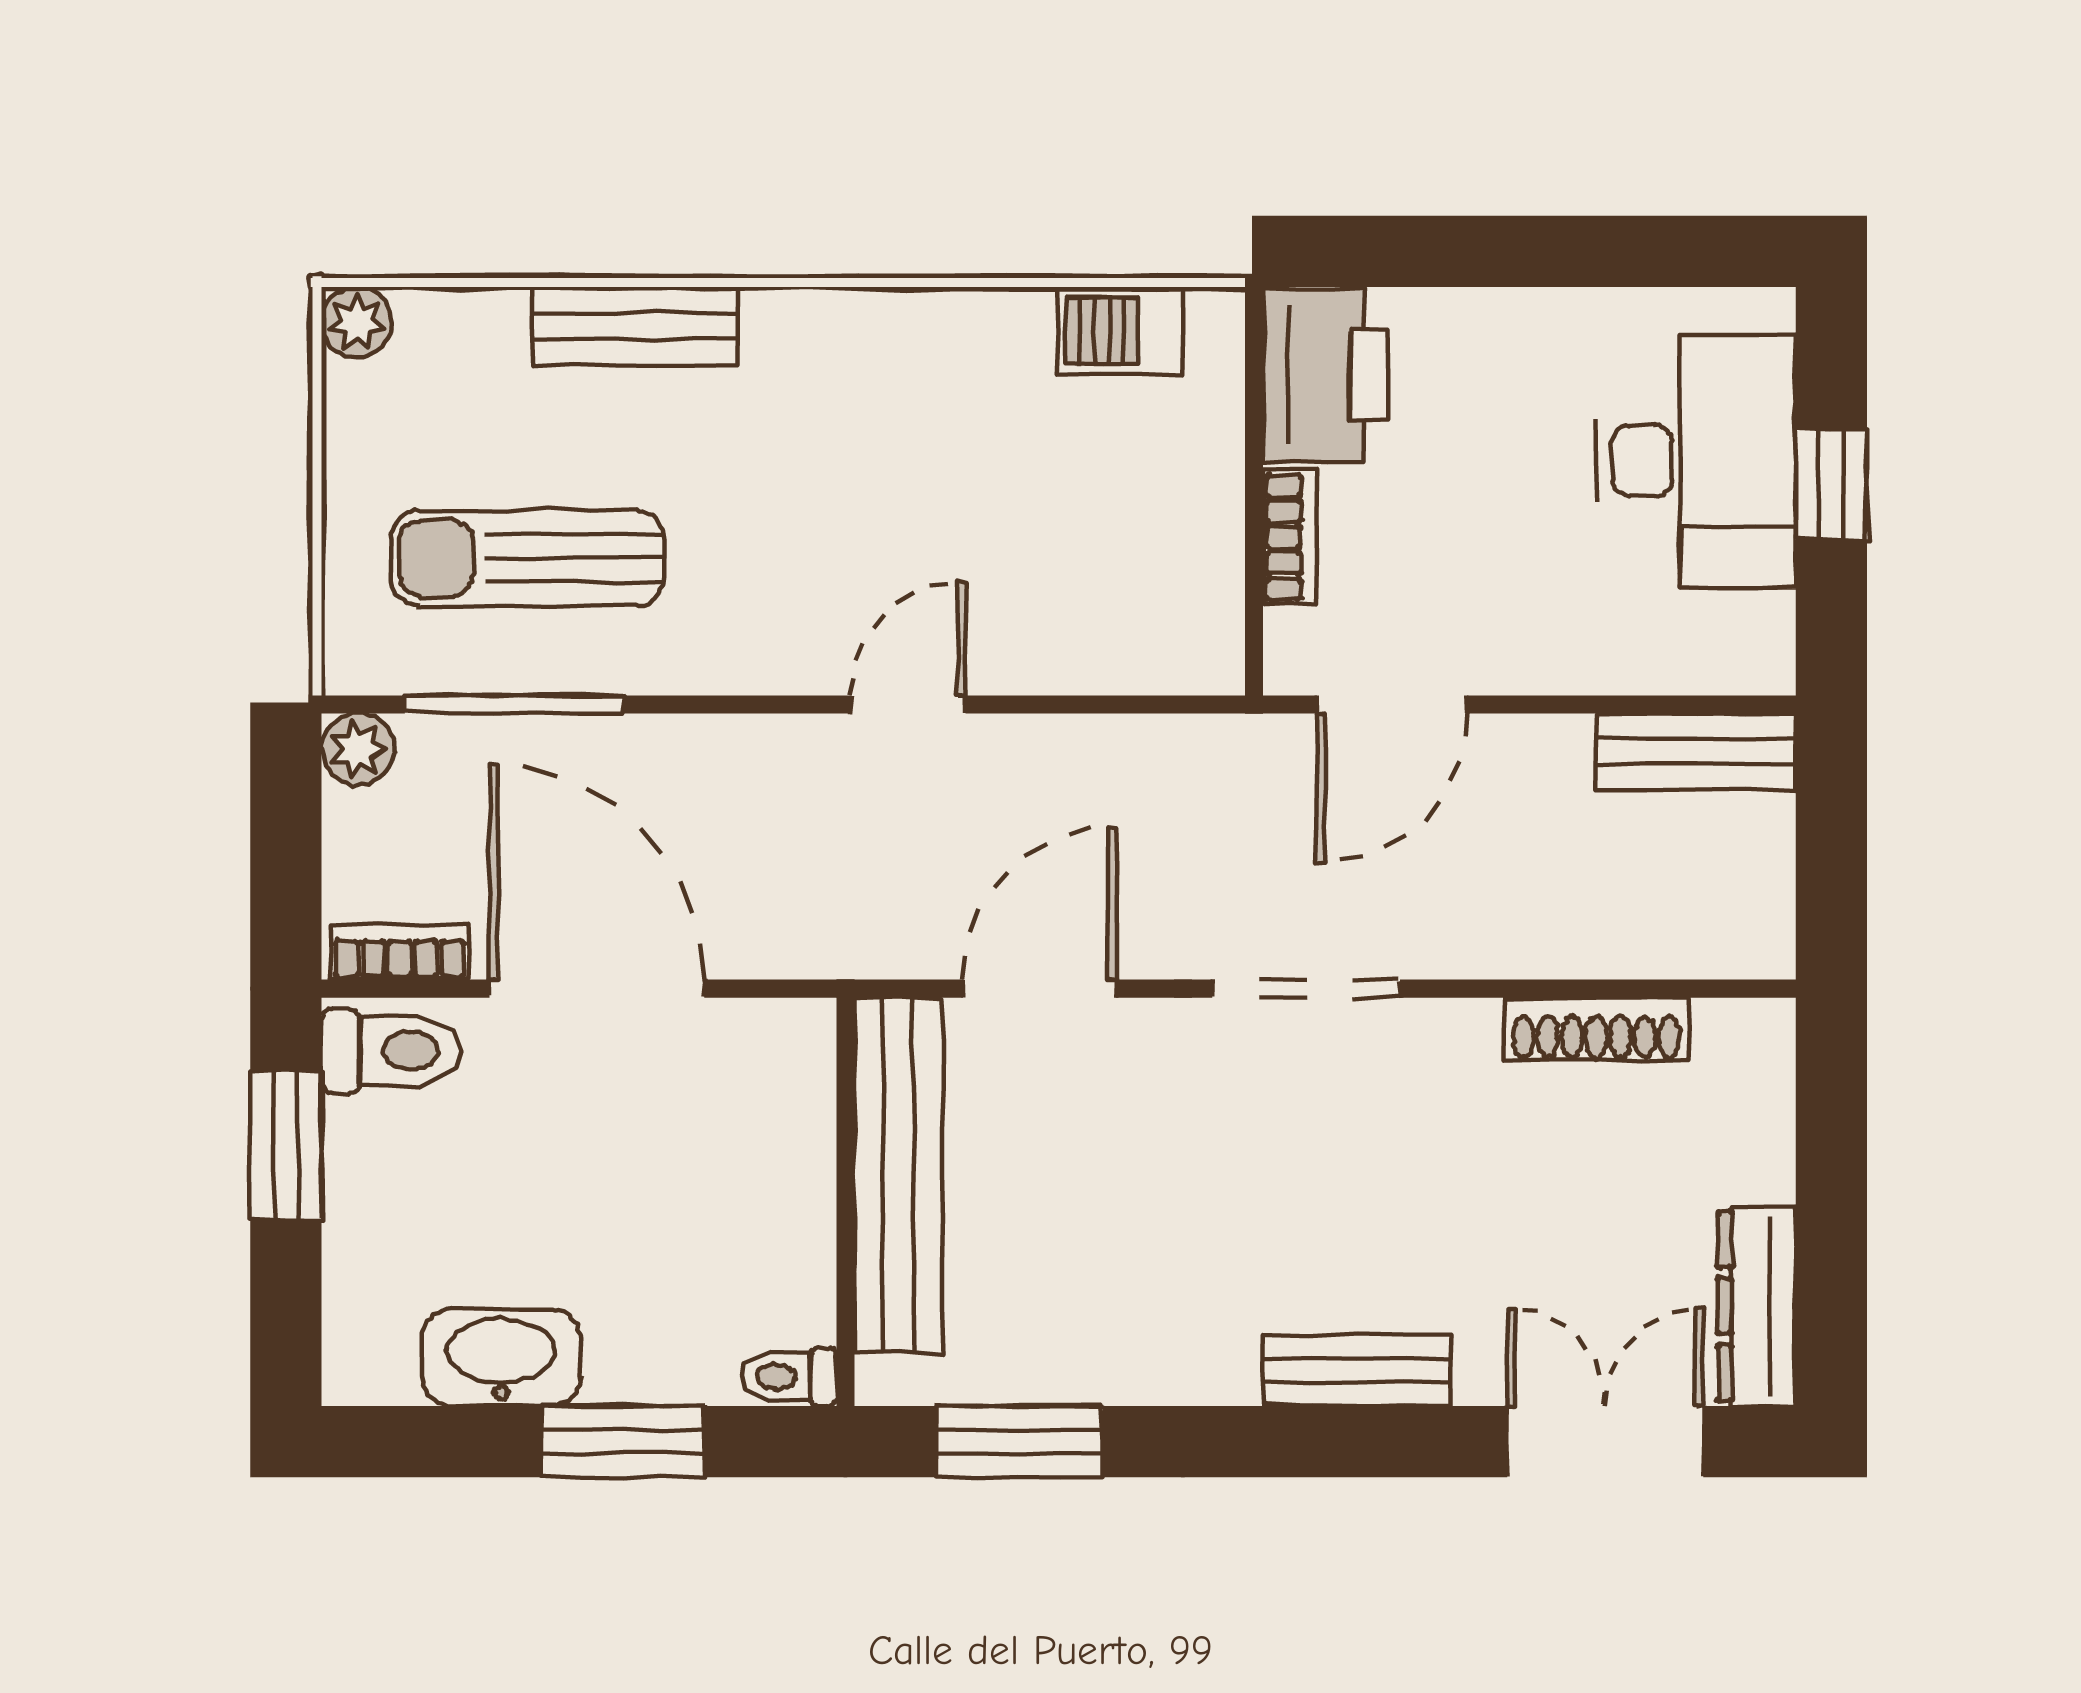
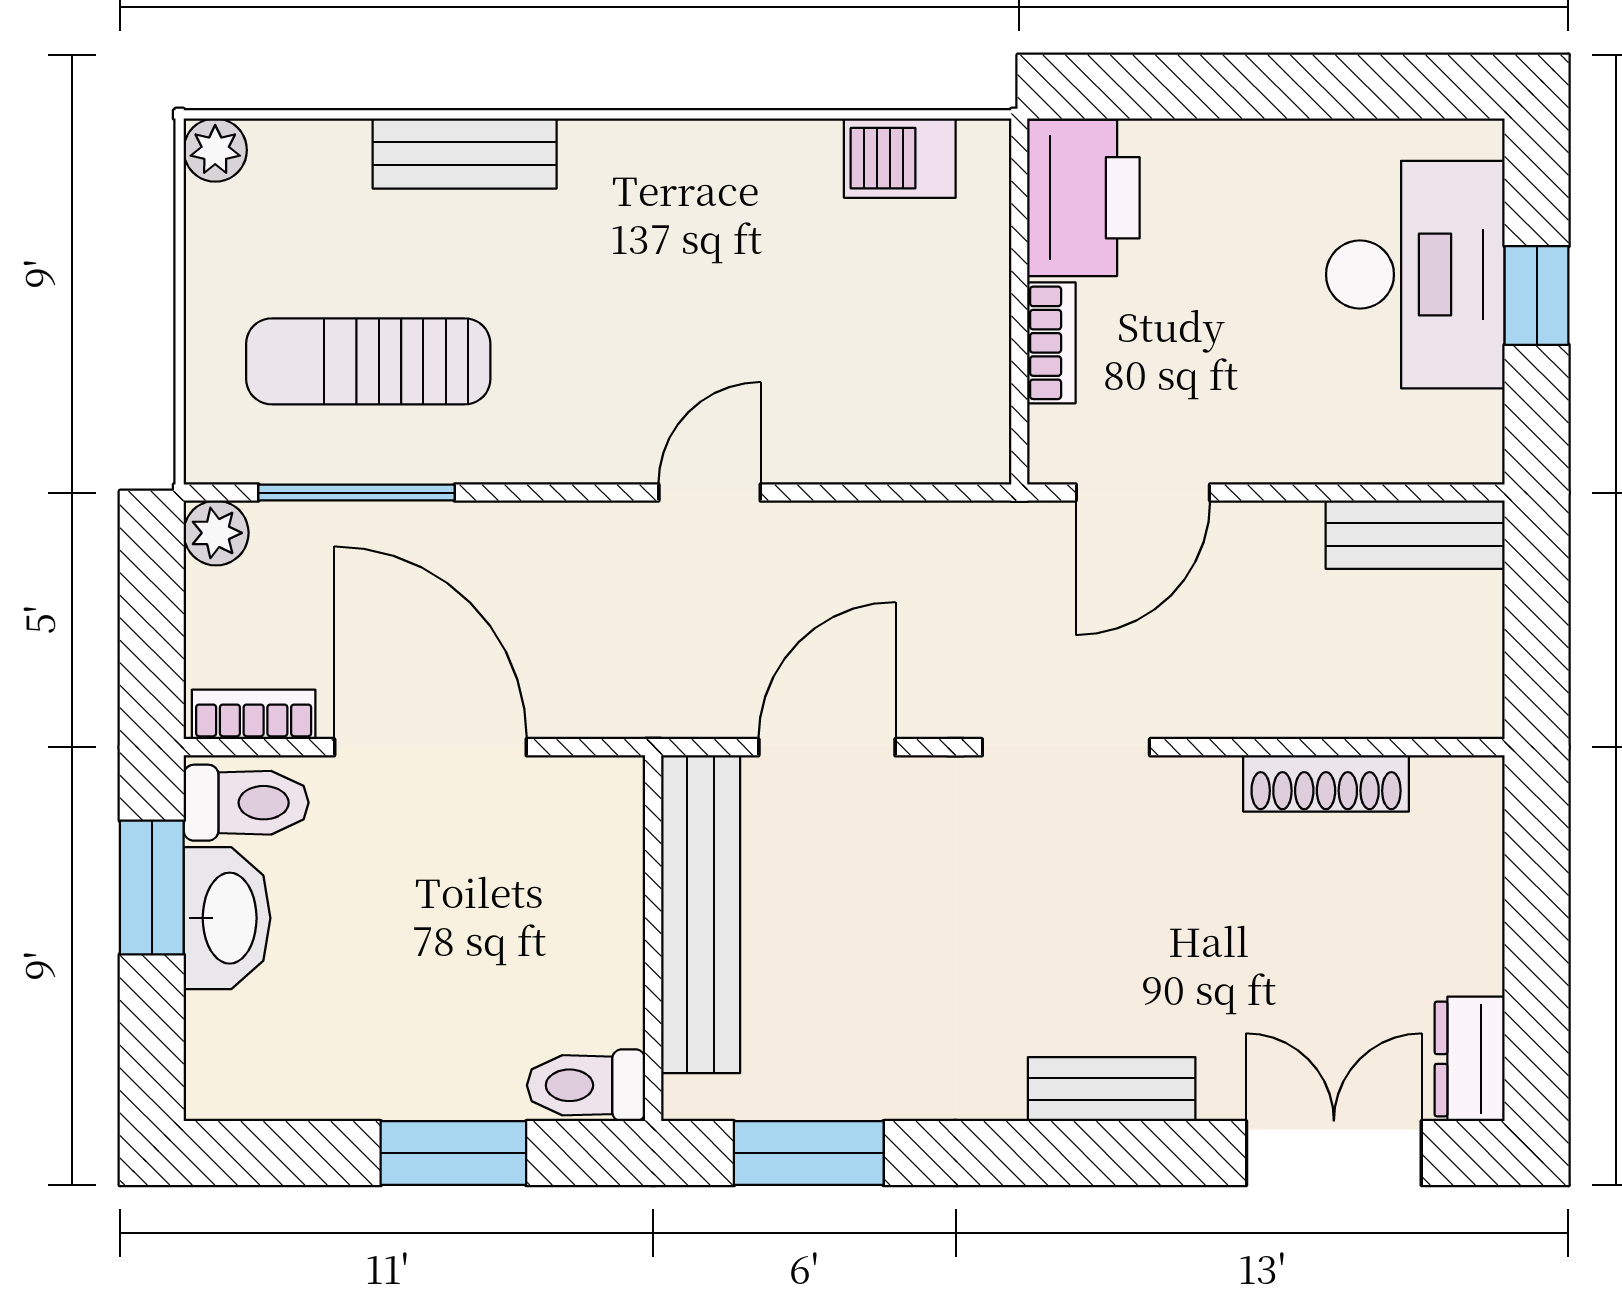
dresser: (1757, 1306) -> (1470, 1059), width x0.70
washbasin: (501, 1358) -> (227, 918), moved, turned 90
toilet: (789, 1377) -> (586, 1085), width x1.37, depth x1.39

